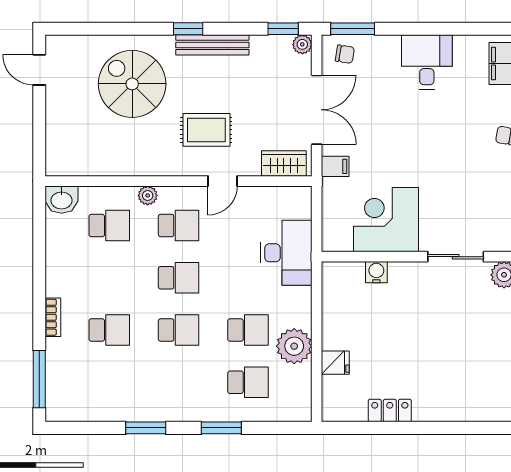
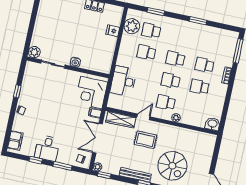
window: (353, 29) -> (62, 166), moved
window: (447, 29) -> (36, 160), added
wardrobe: (284, 163) -> (121, 120), width x1.50
corner desk: (386, 220) -> (91, 93), moved, turned 90
school desk: (109, 226) -> (200, 87), moved
water cooler: (376, 272) -> (75, 62), moved
plant: (294, 346) -> (132, 26), moved
window: (221, 428) -> (156, 12), moved

